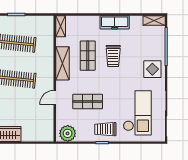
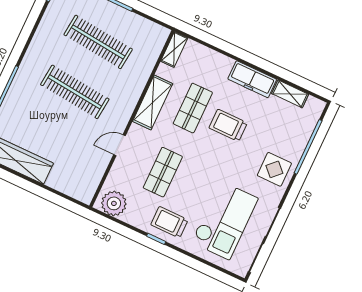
shelving: (154, 20) -> (290, 94), moved
trolley: (113, 56) -> (228, 125), turned 90
shop shelf: (88, 102) -> (163, 172), turned 90

